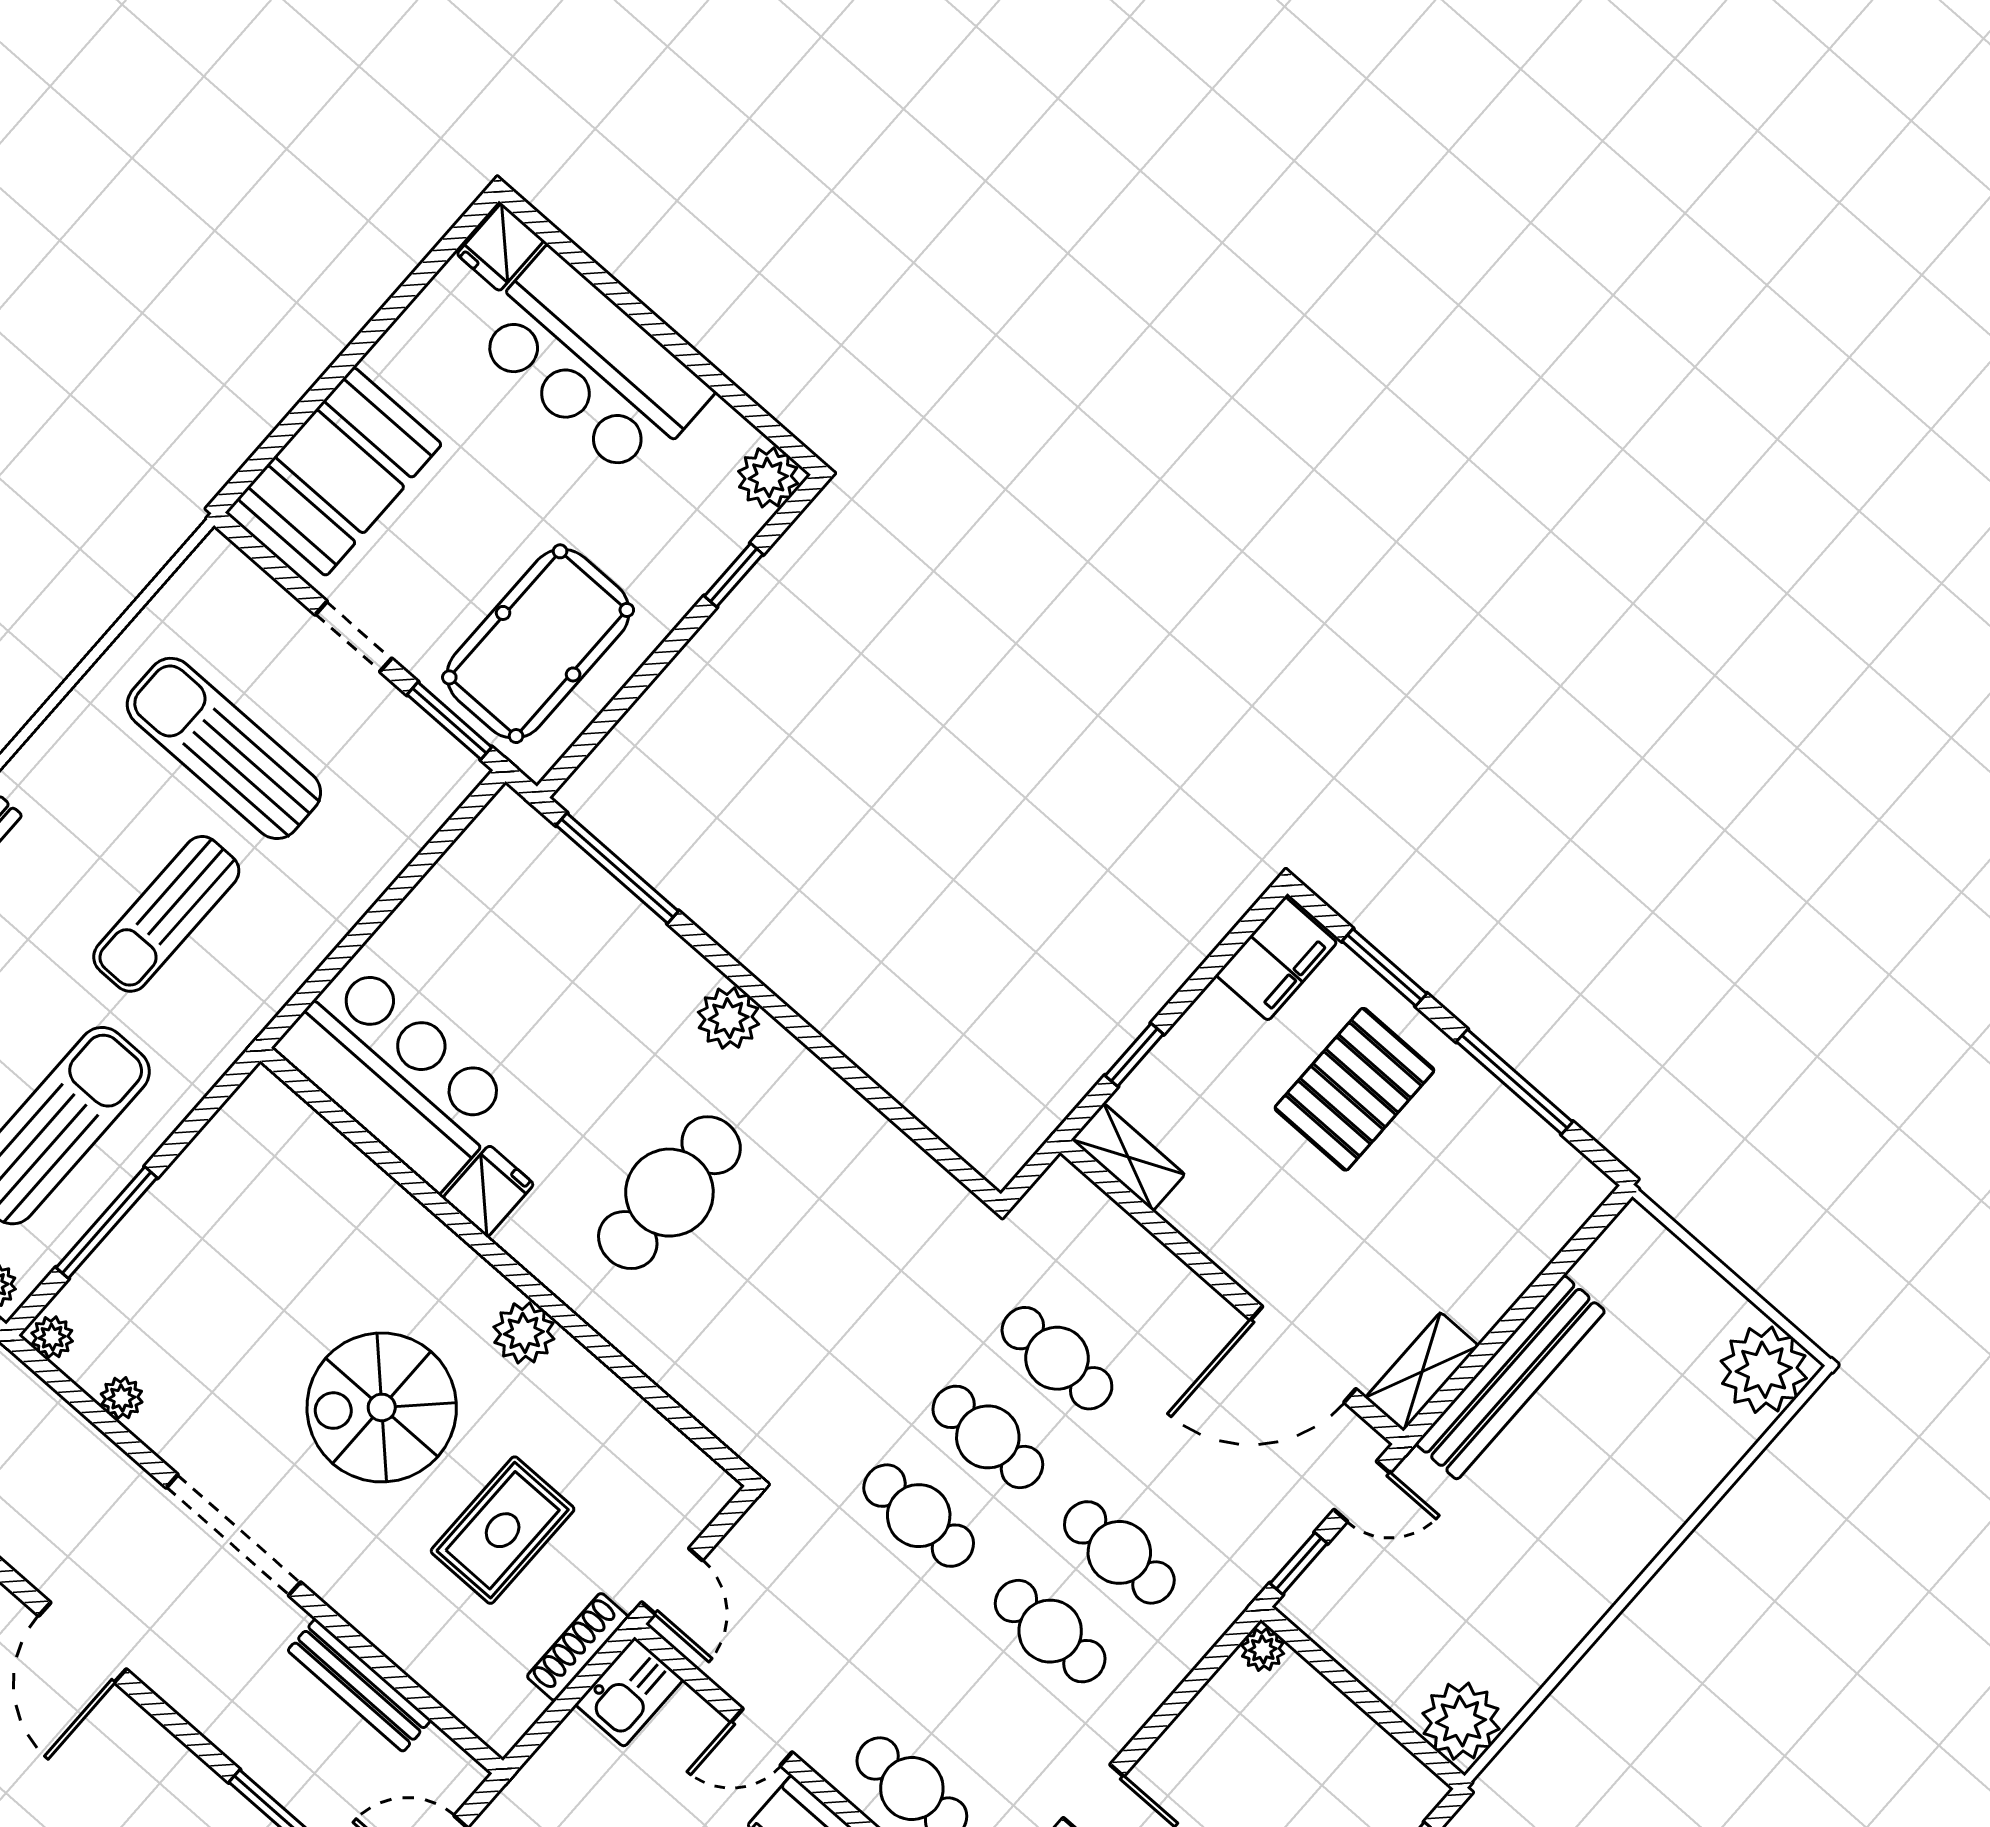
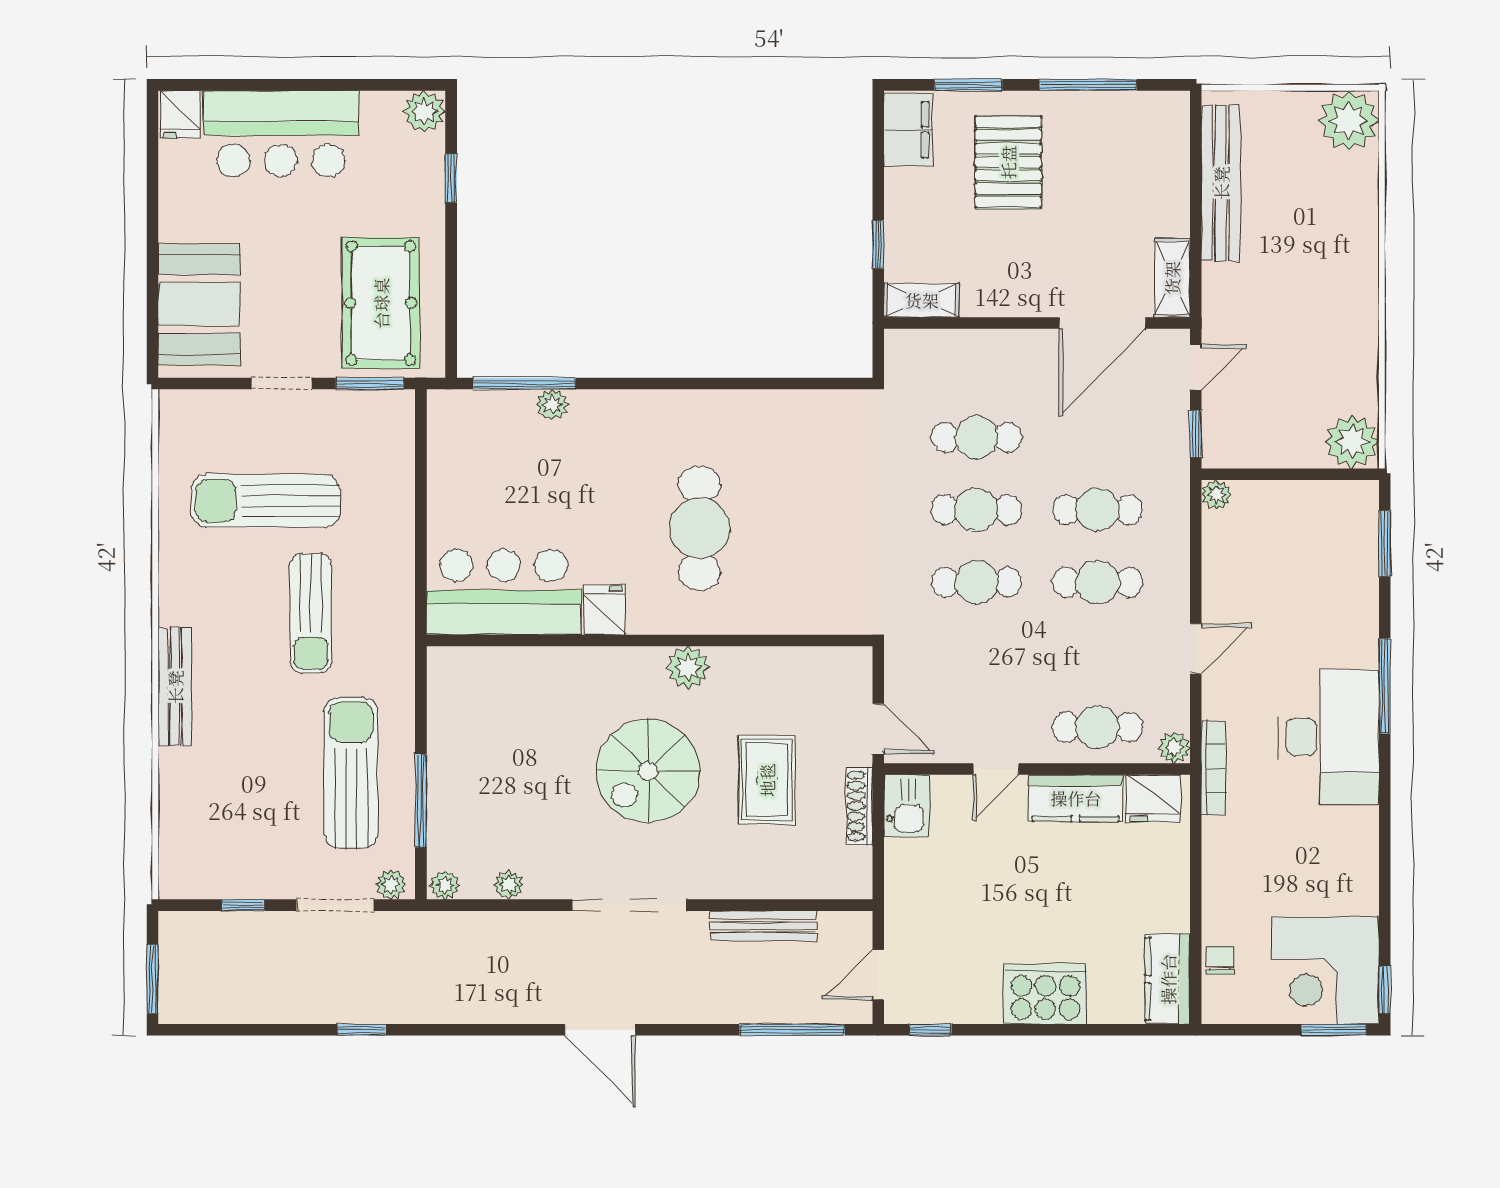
plant: (729, 1018) -> (553, 405), moved, width x0.73, depth x0.73
bench: (1510, 1377) -> (1221, 183), moved

